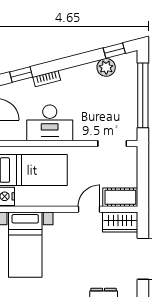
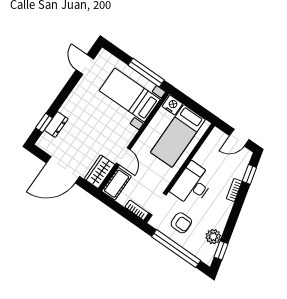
armchair: (114, 108) -> (181, 223), added
desk: (50, 123) -> (193, 184), moved
bookcase: (132, 160) -> (137, 210), added

